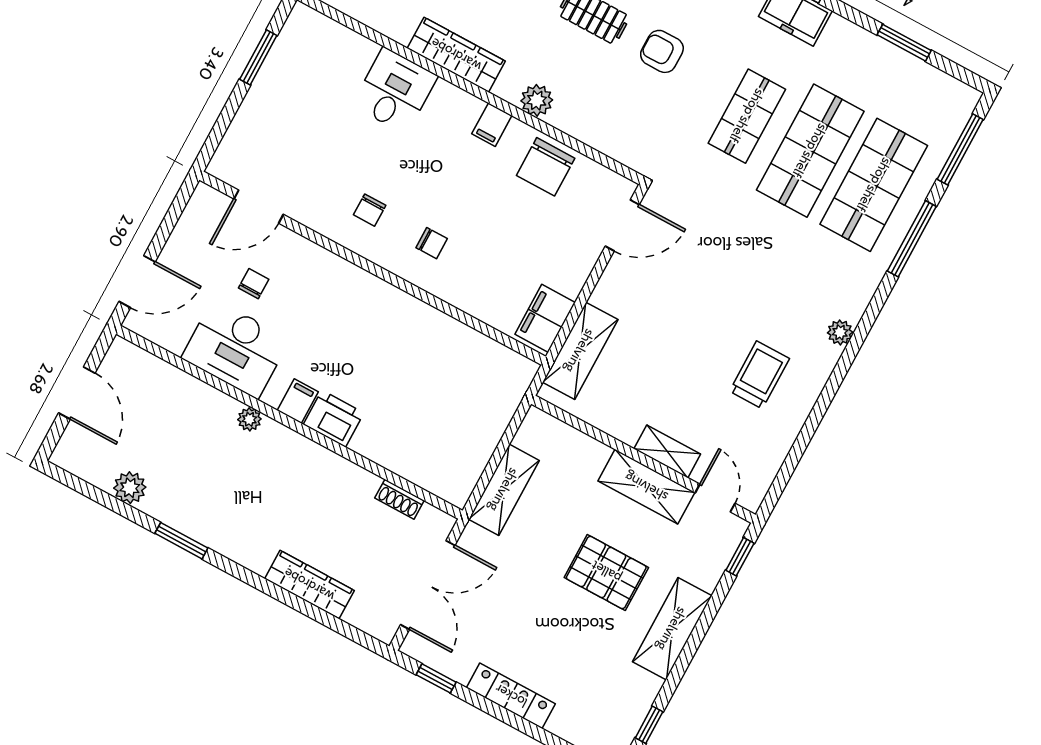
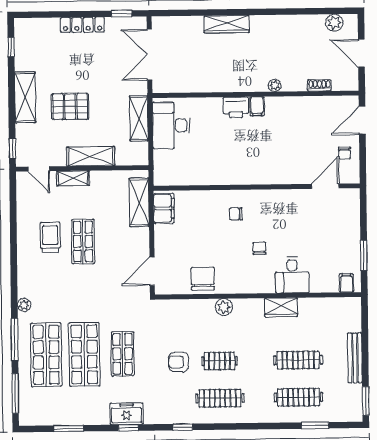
armchair: (662, 51) -> (179, 362), turned 180
wardrobe: (456, 55) -> (281, 307), width x0.67
filing cabinet: (492, 125) -> (346, 283), moved
chair: (370, 210) -> (259, 248), moved
chair: (254, 284) -> (345, 153), moved
plant: (840, 332) -> (24, 305), moved
shop shelf: (709, 338) -> (83, 242), added
desk: (236, 349) -> (171, 125), moved, turned -90
trolley: (759, 375) -> (50, 237), turned 180
shelving: (646, 487) -> (91, 156), moved
plant: (130, 488) -> (334, 23), moved
shoe rack: (399, 499) -> (319, 85), moved
window: (181, 541) -> (275, 12), removed
wardrobe: (309, 585) -> (227, 24), moved

